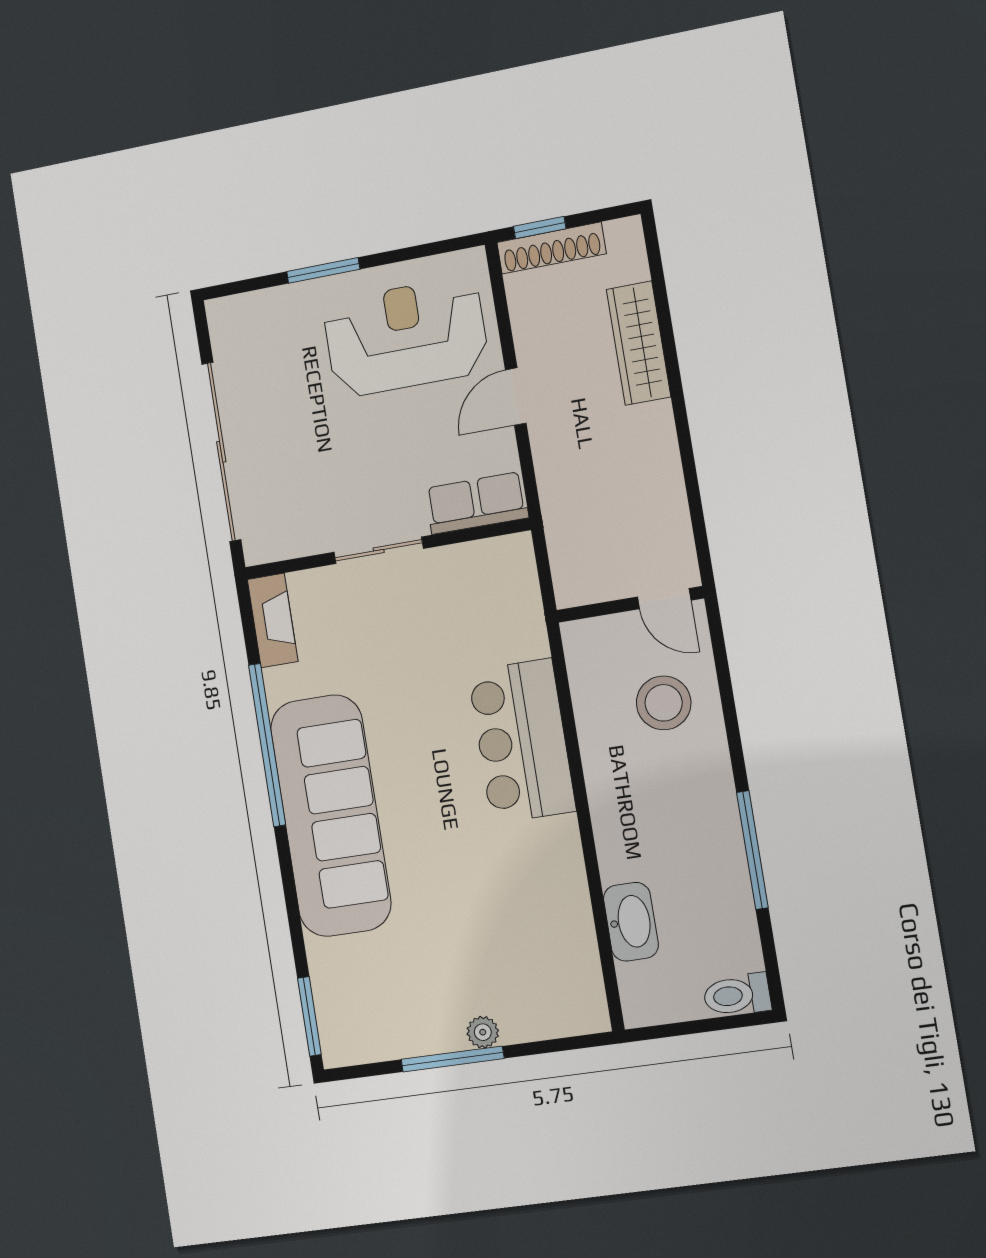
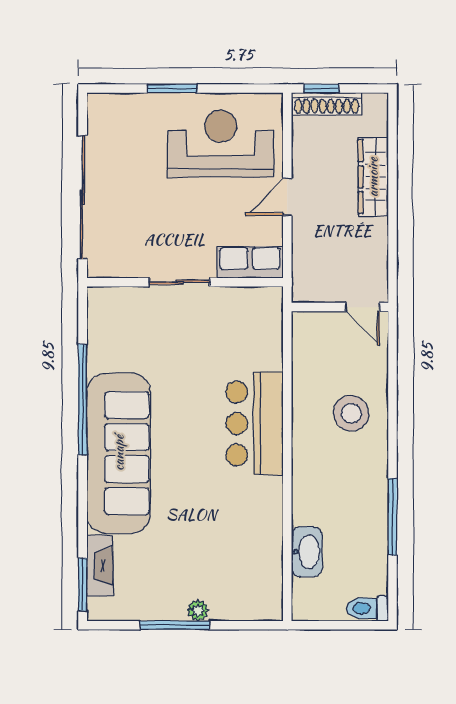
door: (664, 599) -> (363, 307), moved
wall: (630, 604) -> (340, 307), moved
fireplace: (273, 620) -> (100, 566), moved

